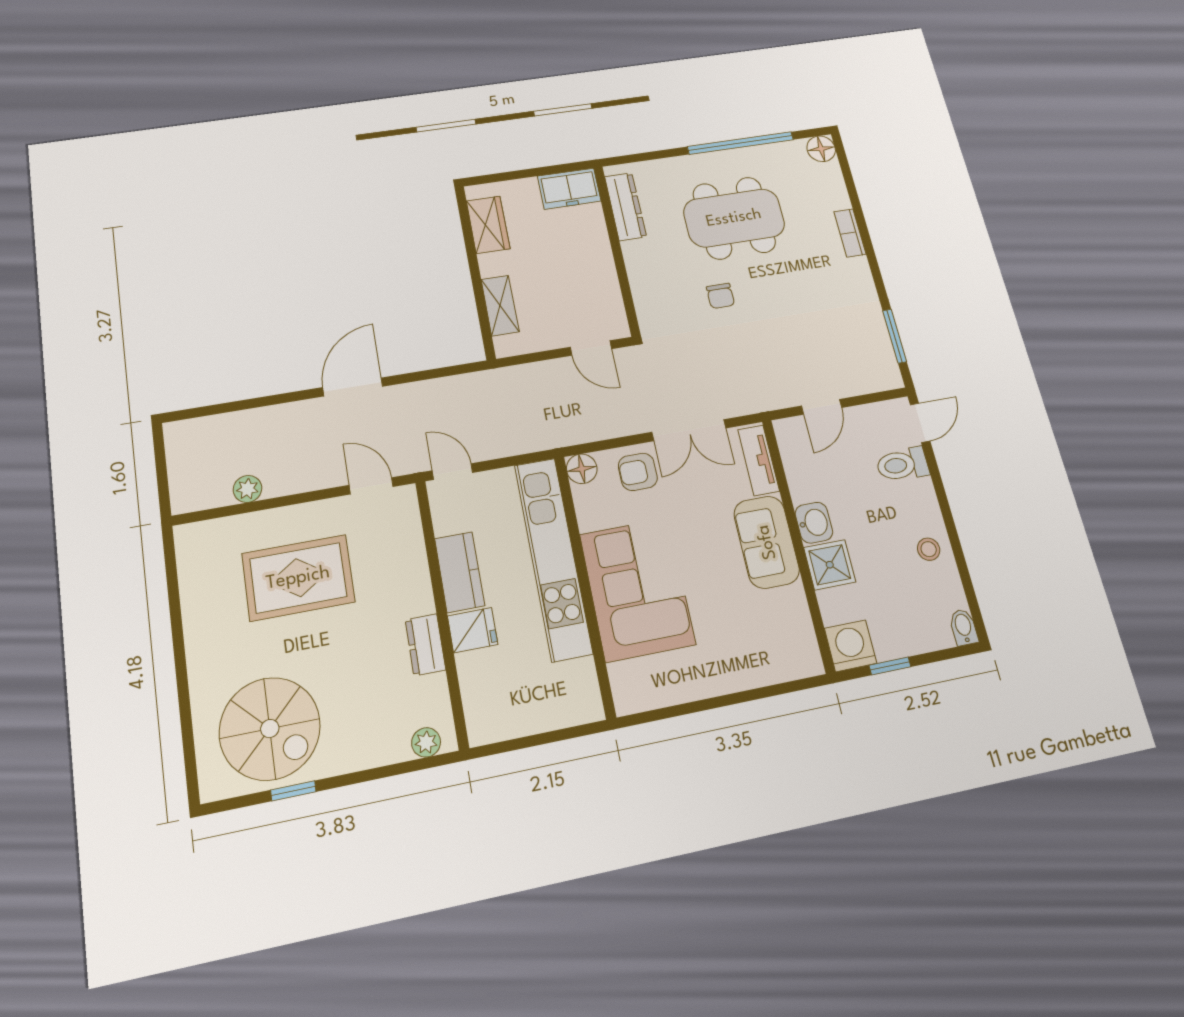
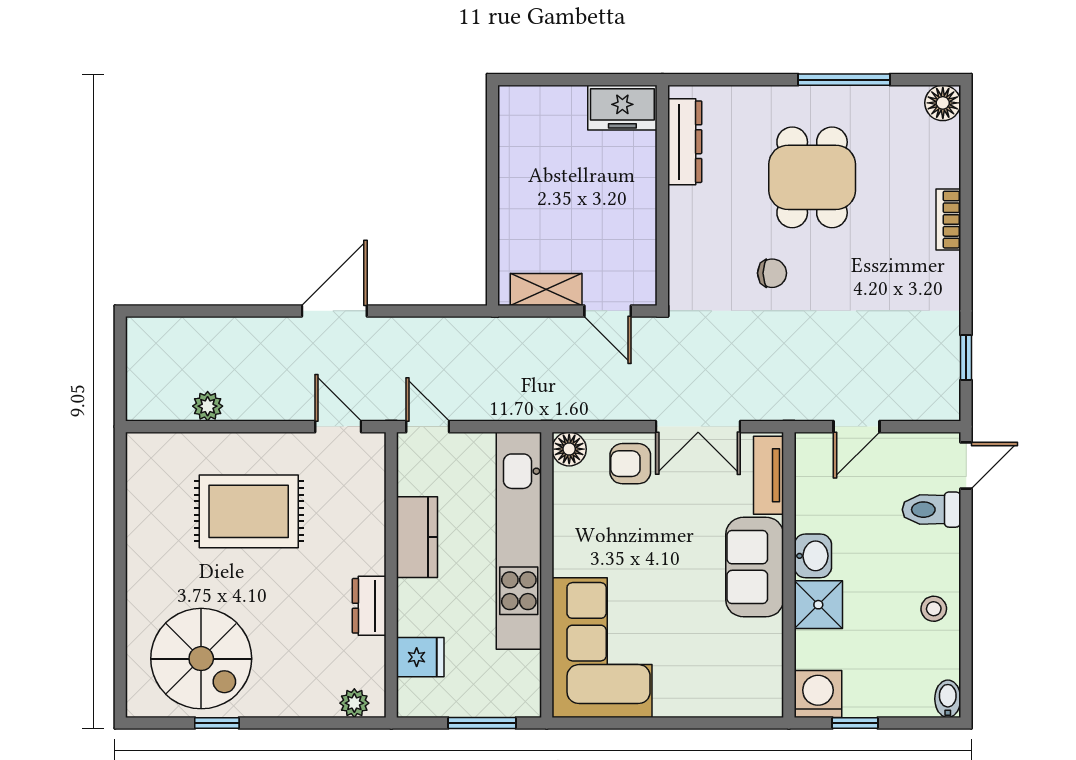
window: (741, 143) -> (844, 80), width x0.68
dining table: (734, 218) -> (812, 177), width x0.73
wardrobe: (488, 225) -> (518, 139), removed
chair: (721, 296) -> (772, 273), turned -90
shelving: (500, 305) -> (546, 289), moved, turned 90
window: (895, 336) -> (966, 357), width x0.67
corner sofa: (637, 589) -> (602, 648), moved
fridge: (473, 630) -> (420, 657), moved
window: (552, 737) -> (482, 723), added

